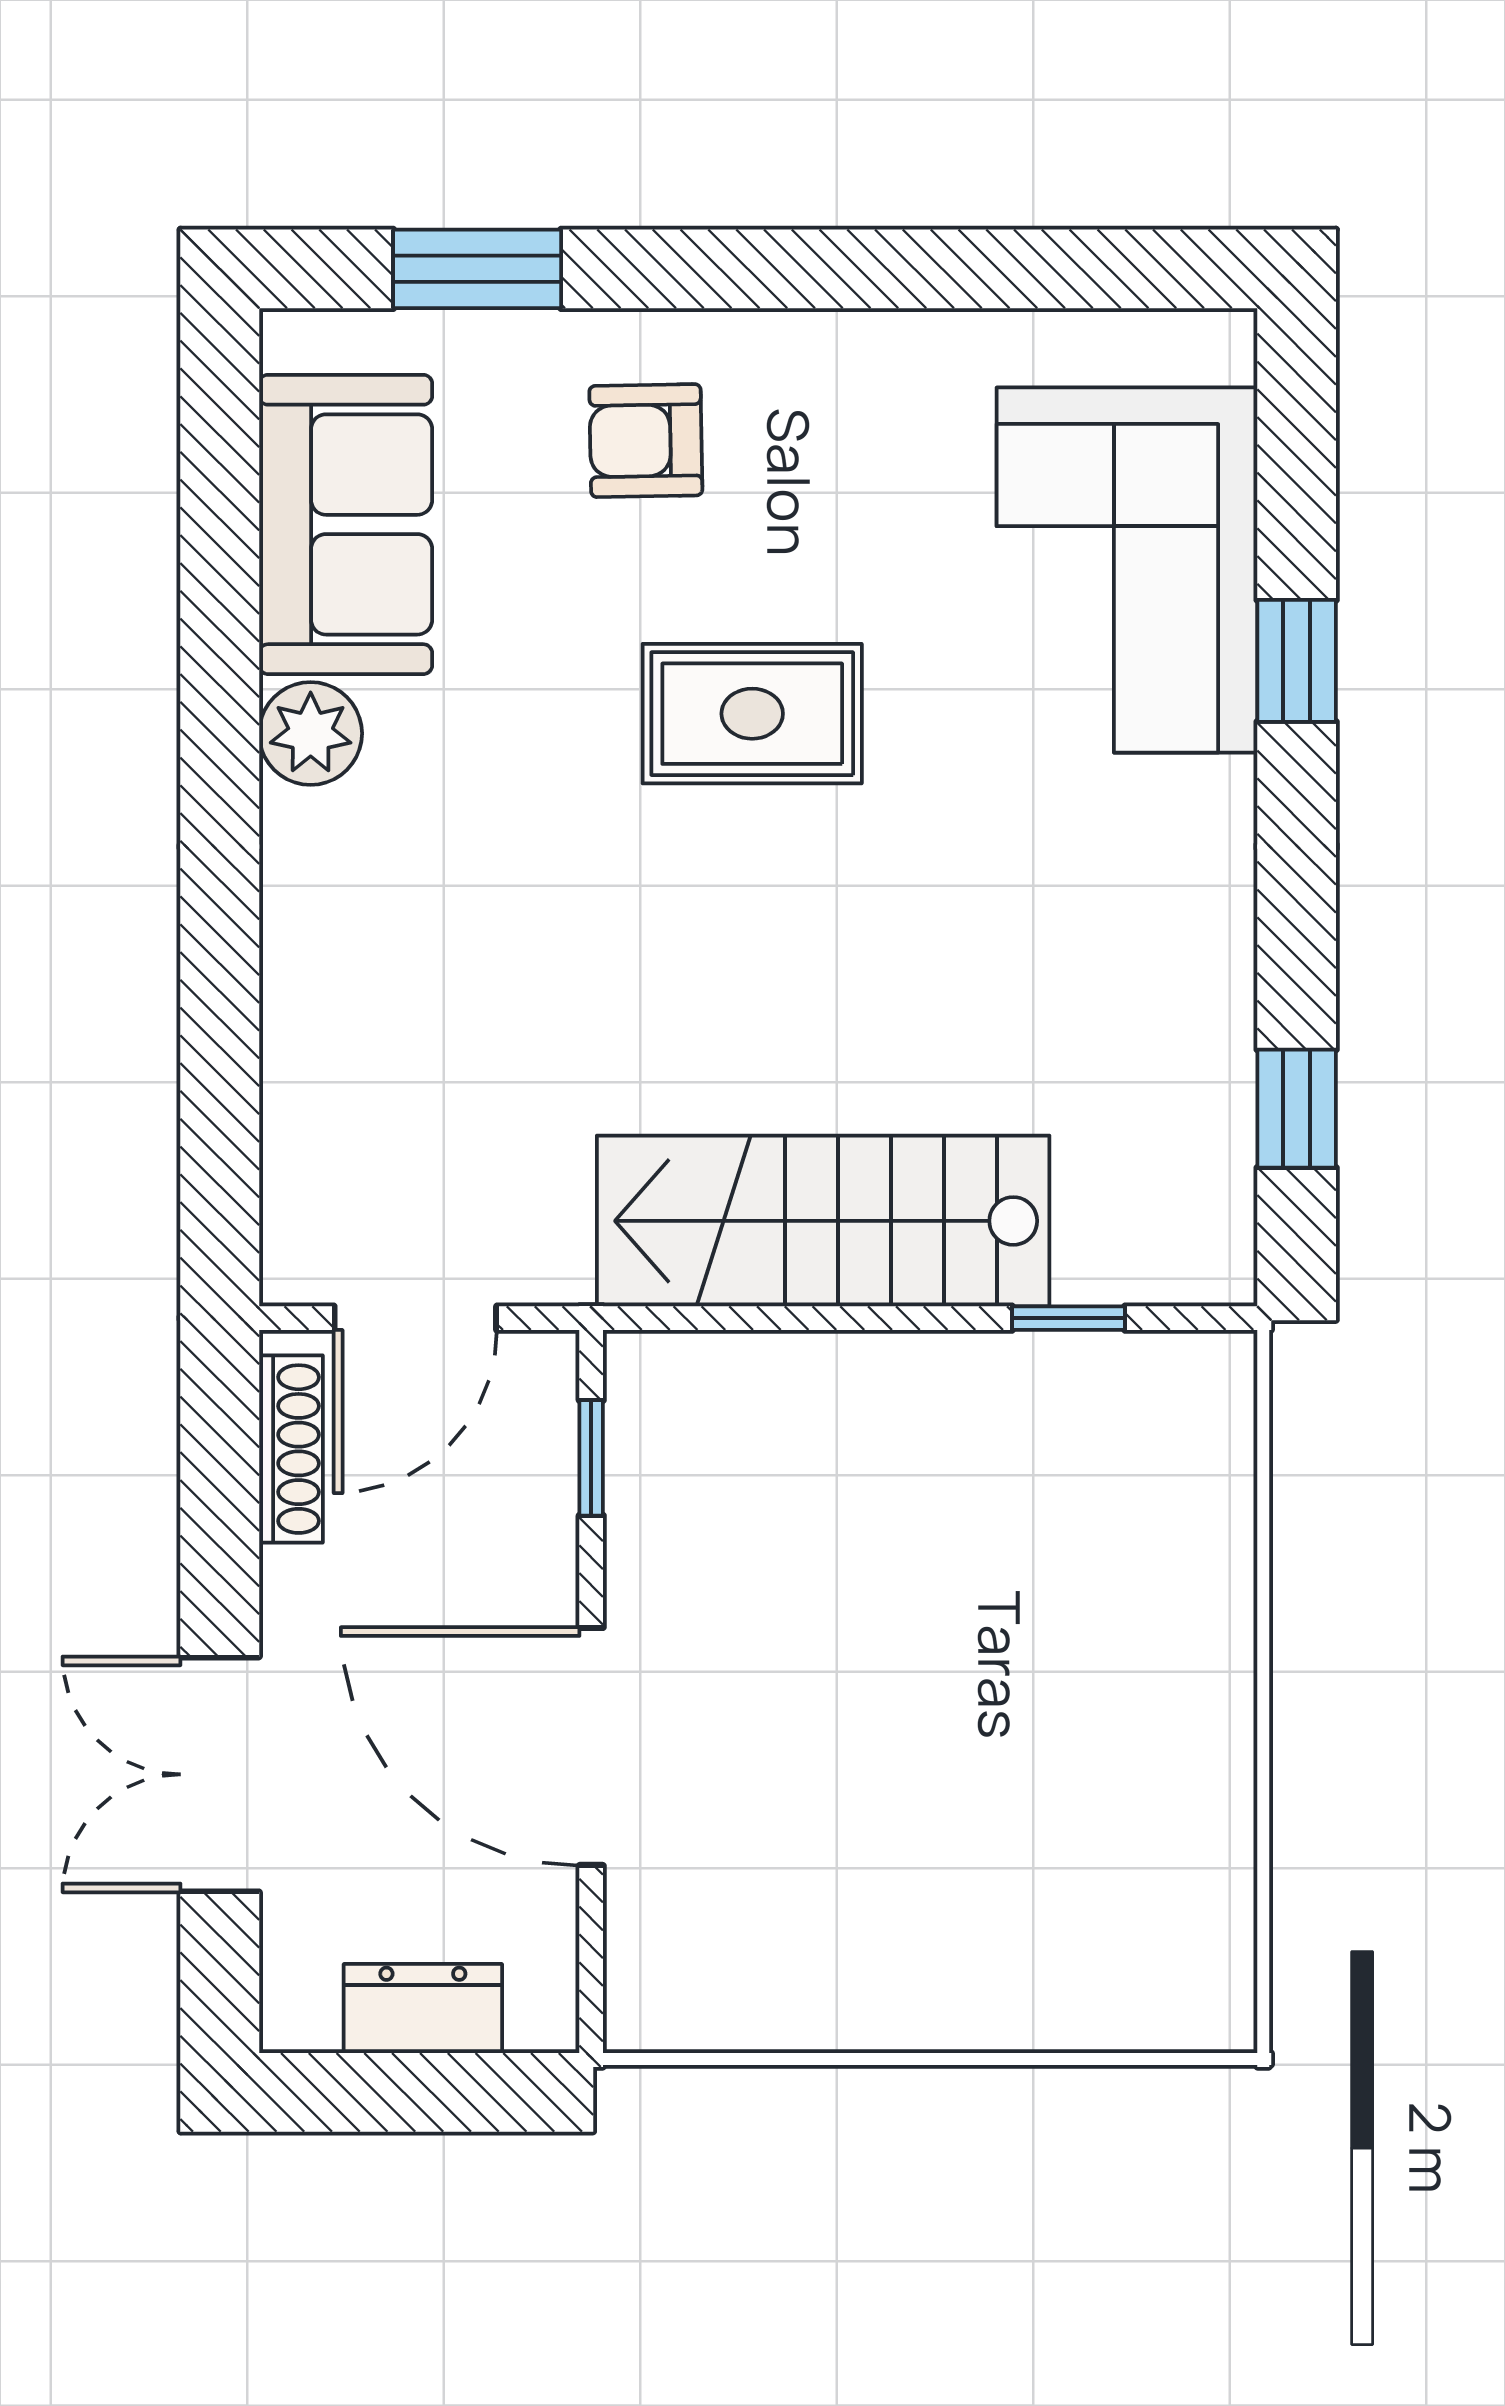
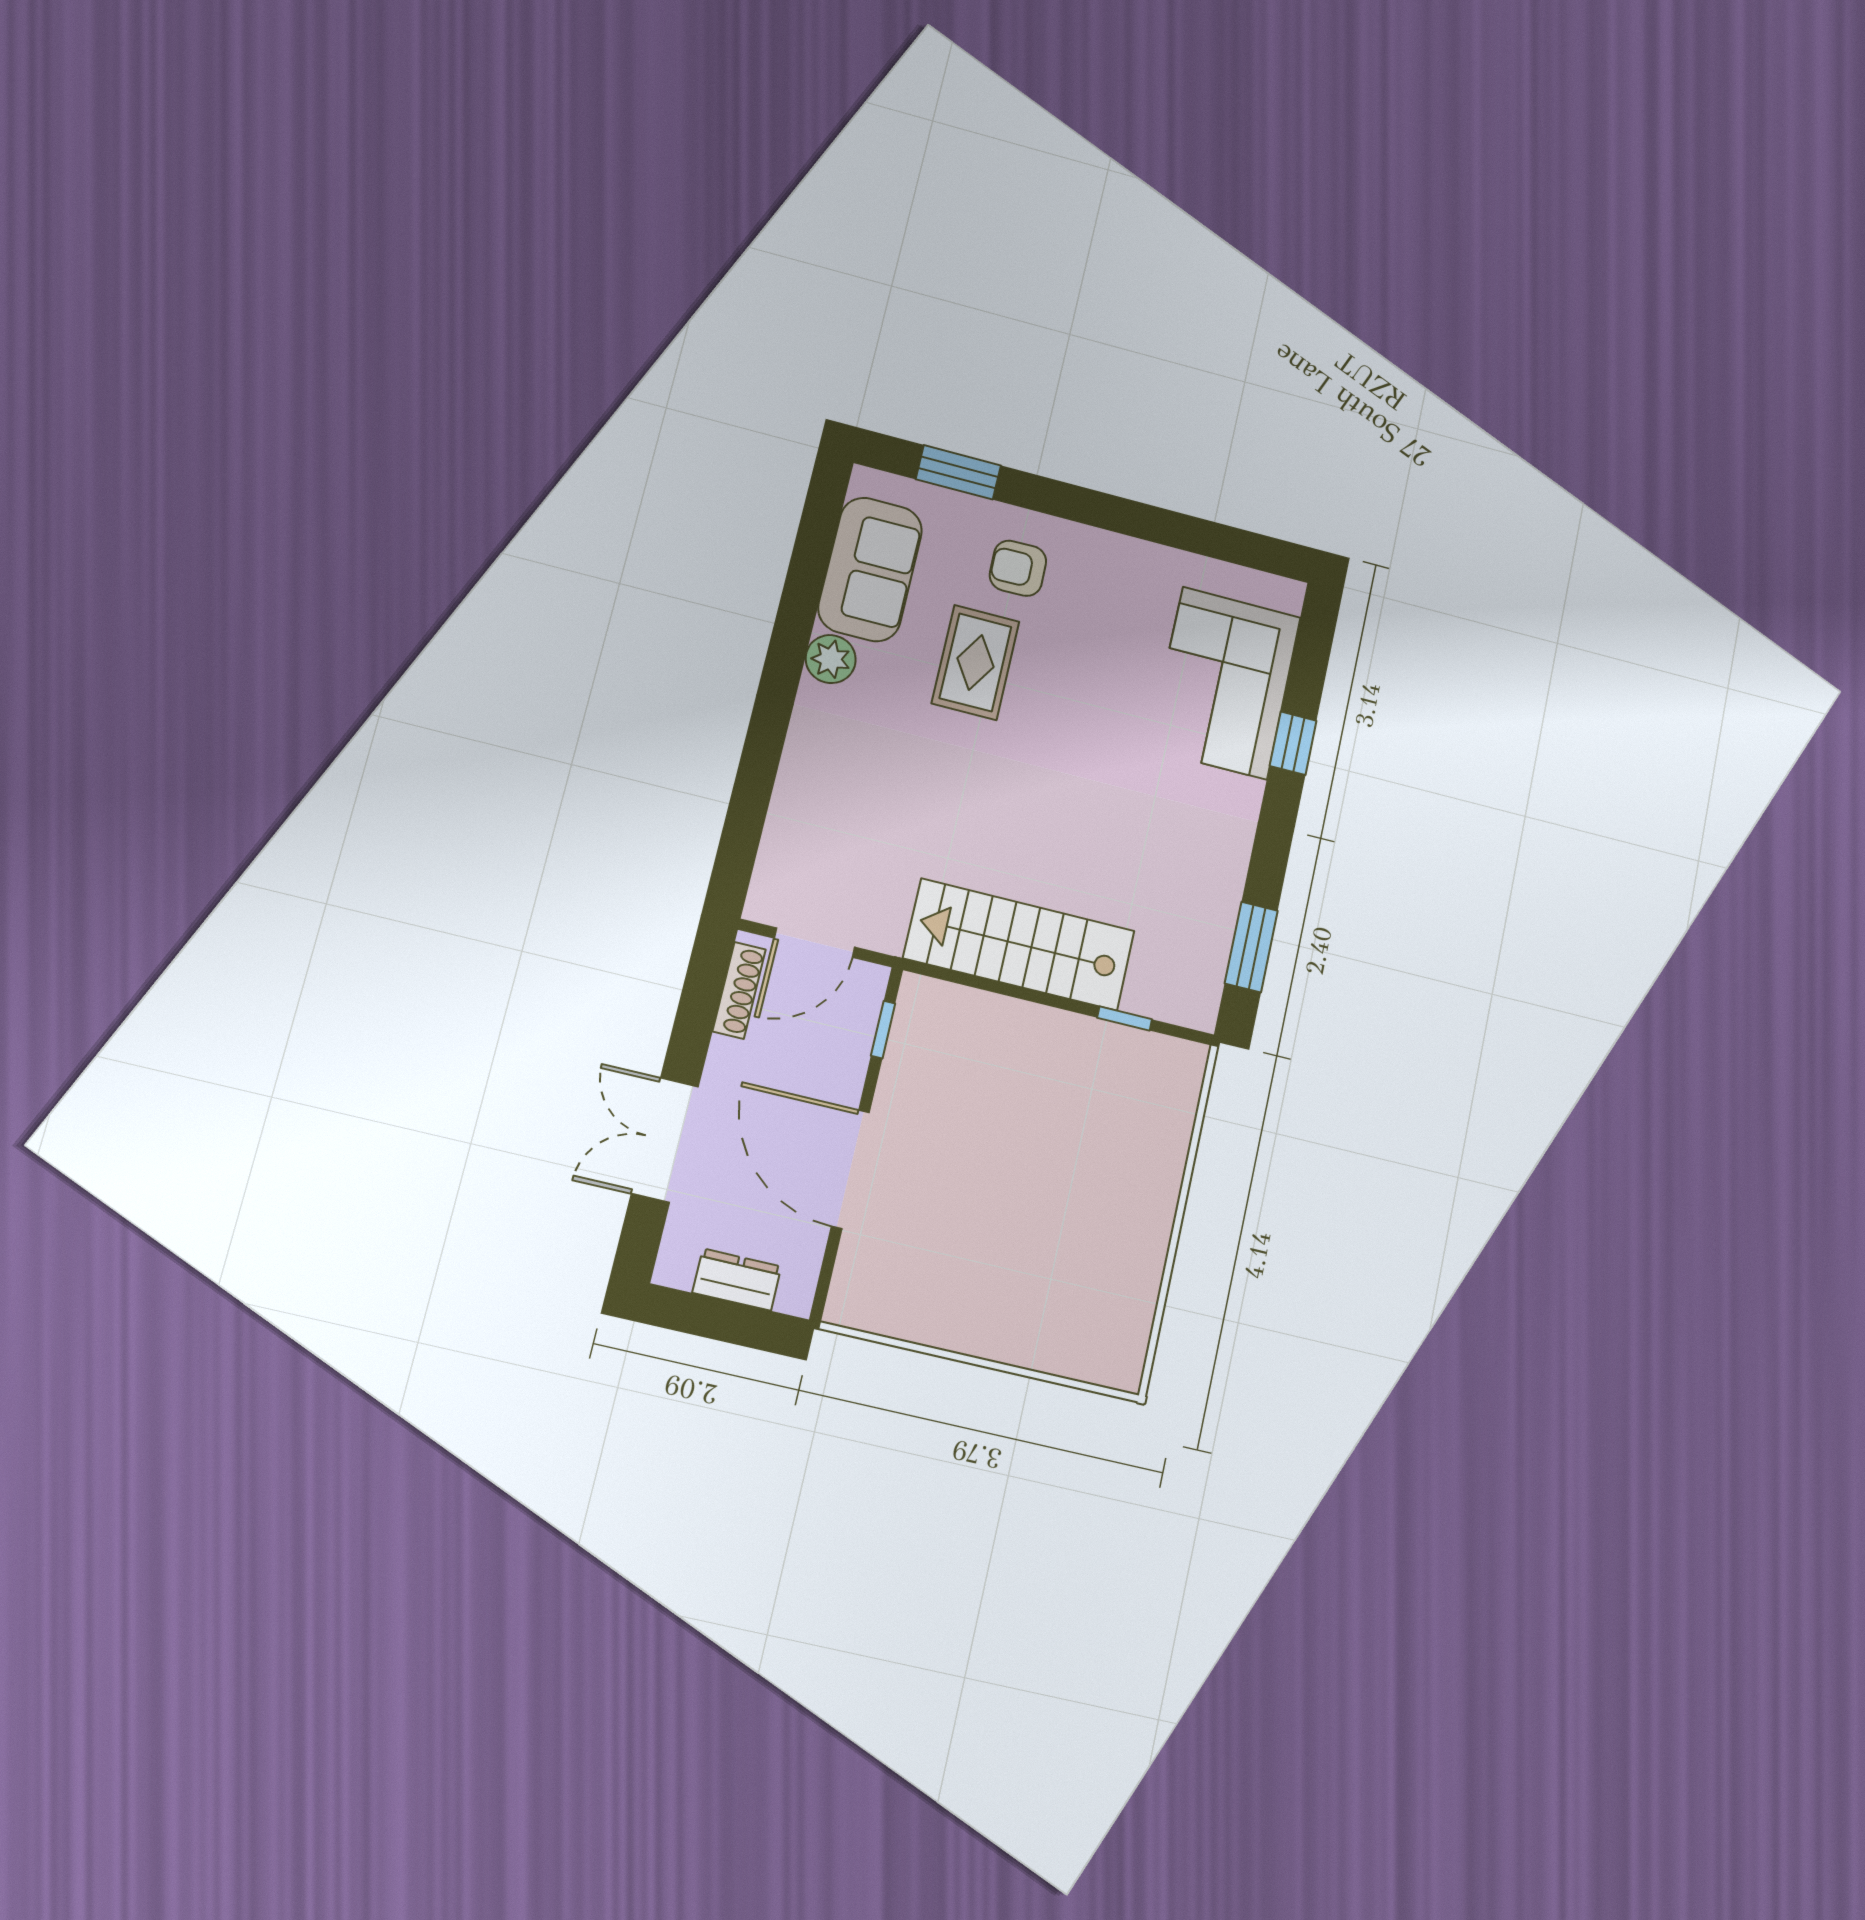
rug: (752, 714) -> (975, 662), moved, turned 90
window: (1297, 1109) -> (1251, 947), width x1.50

